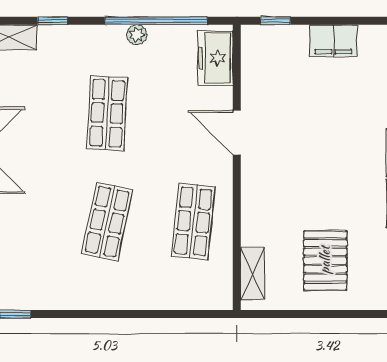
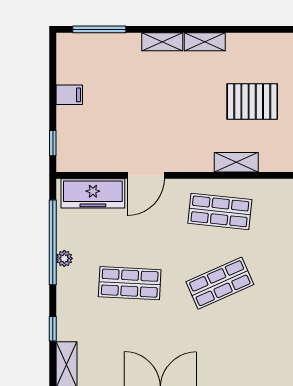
filing cabinet: (333, 41) -> (69, 95), width x0.50
freezer: (215, 58) -> (93, 193), width x1.40
shop shelf: (107, 222) -> (220, 283), turned -36
shelving: (253, 274) -> (236, 162), moved

